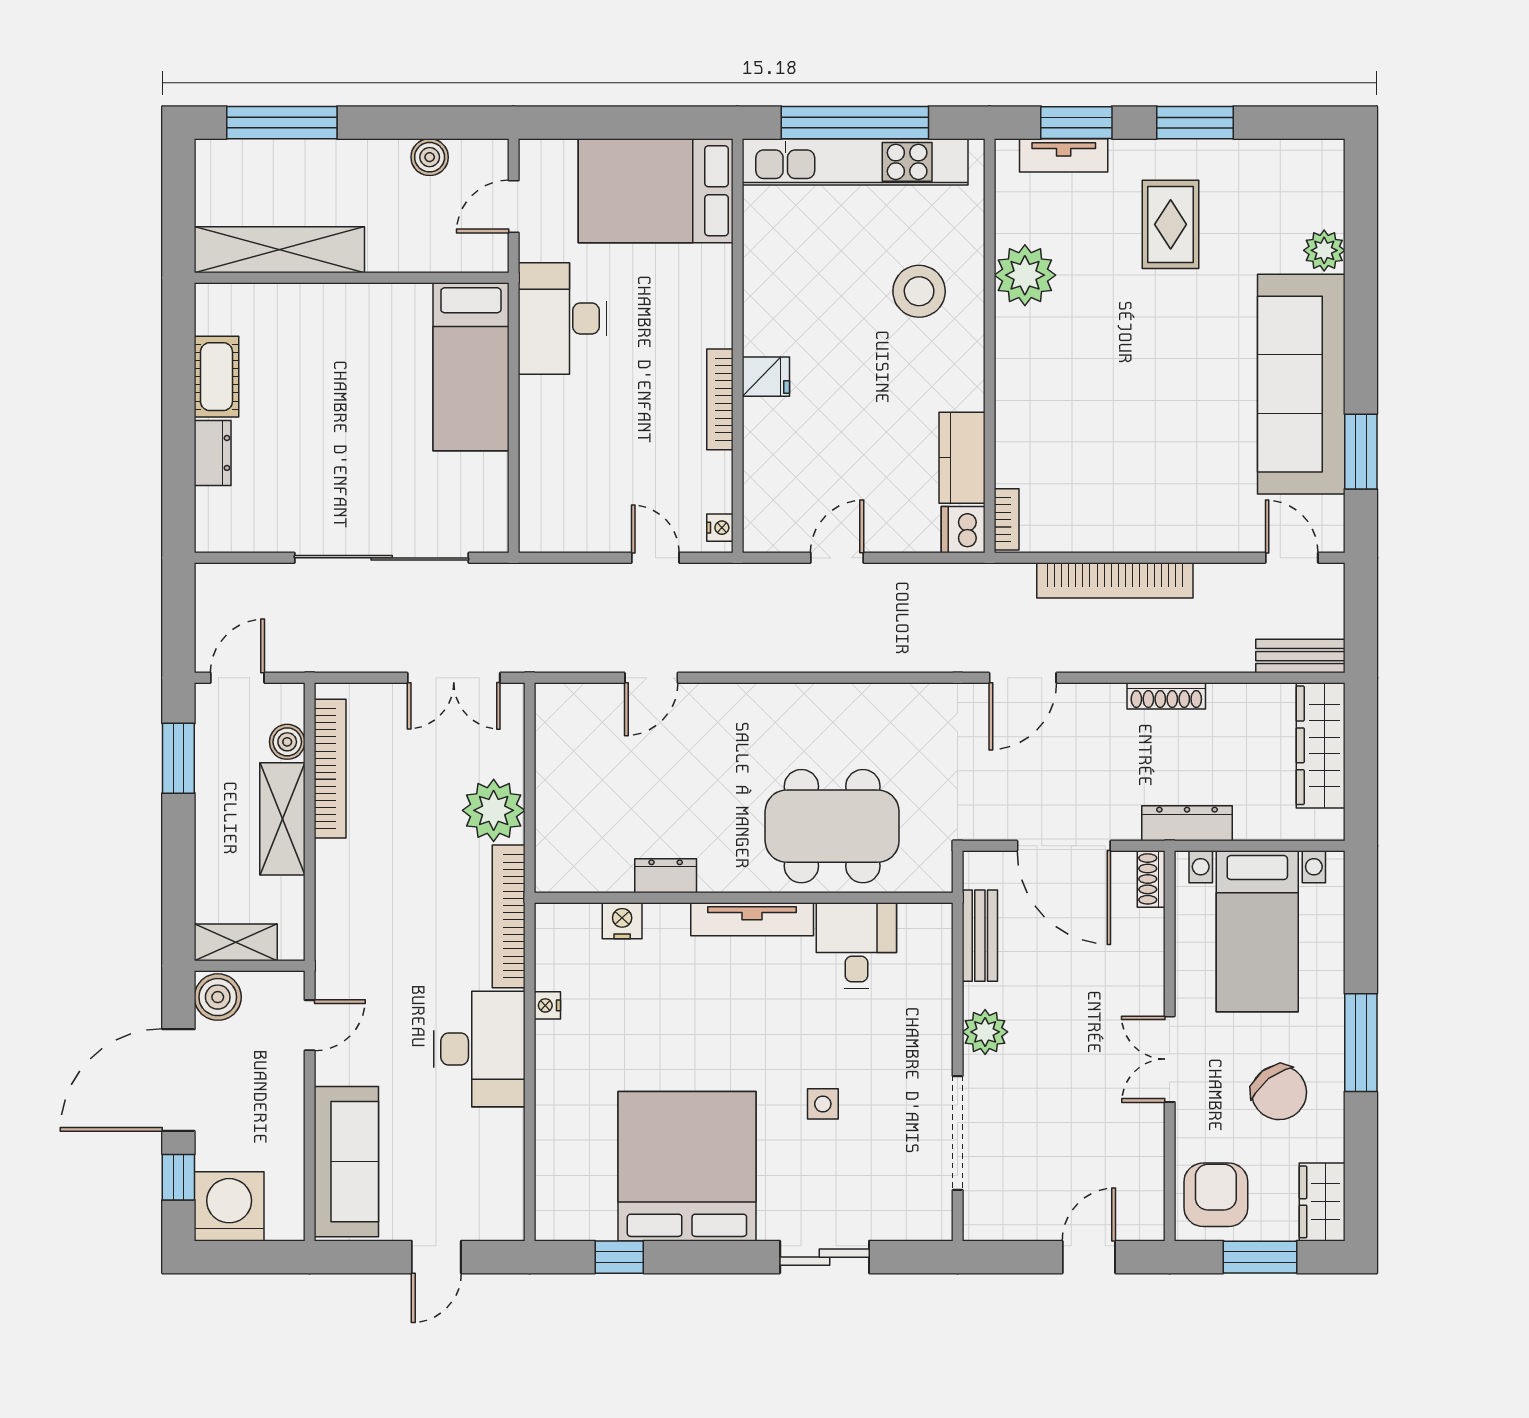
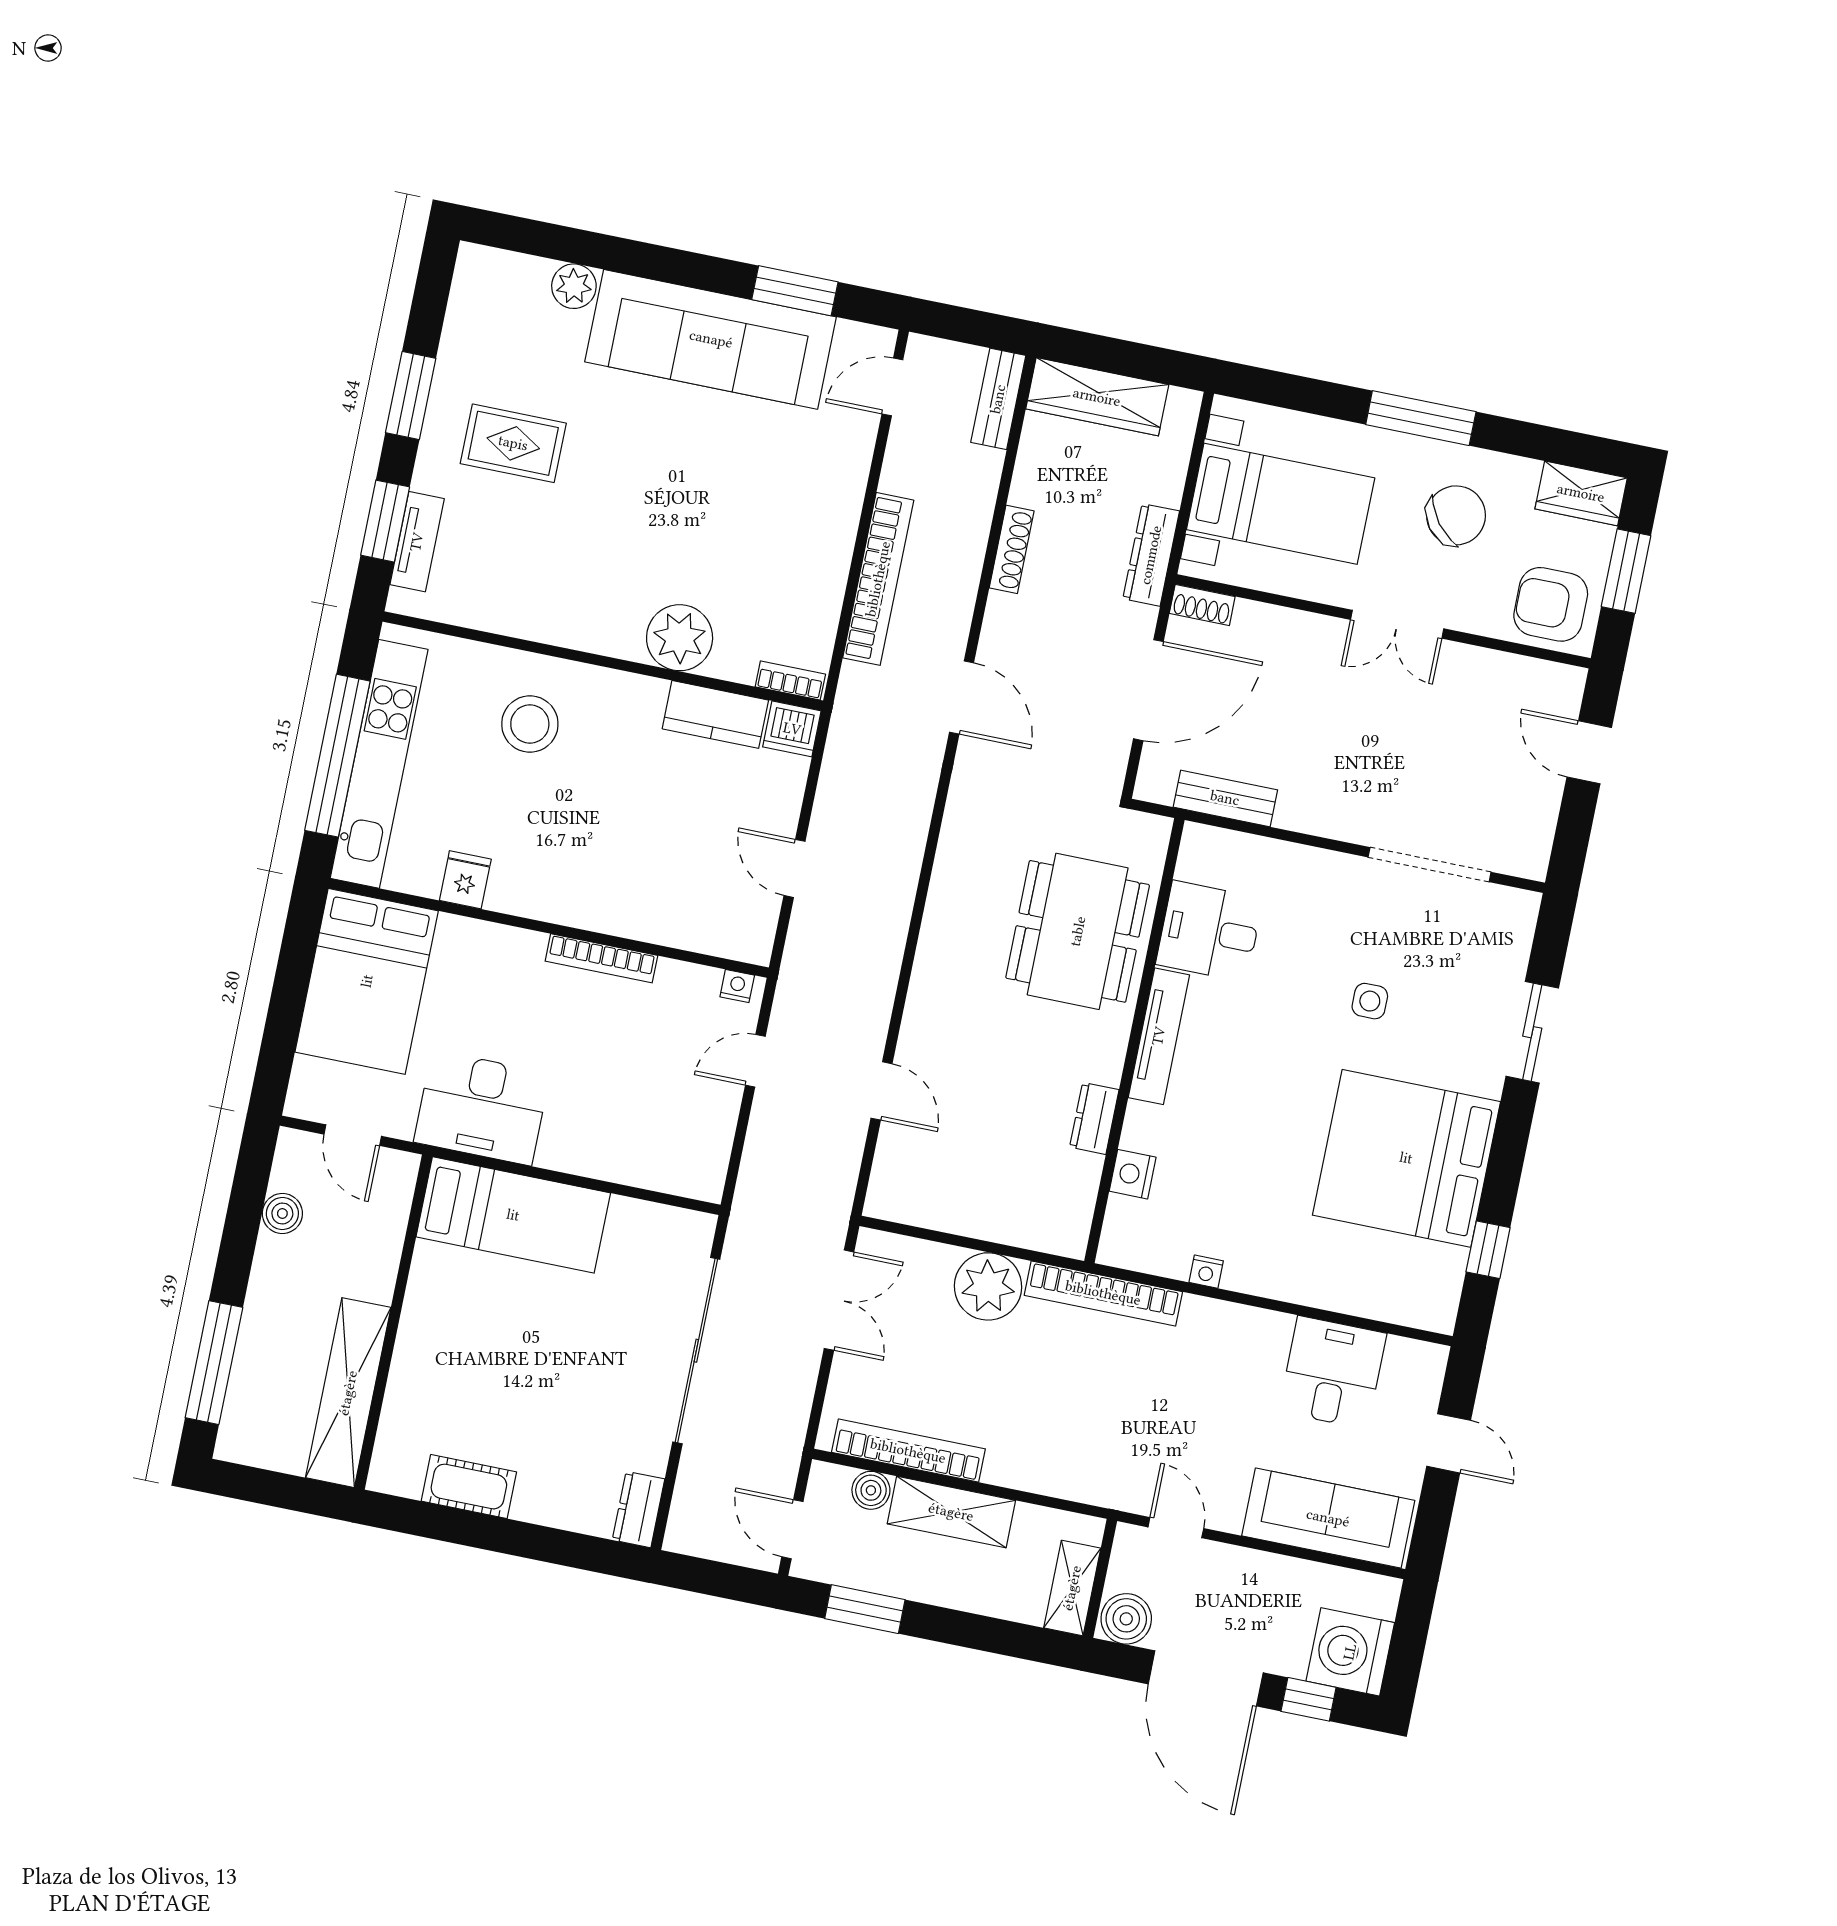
plant: (1025, 275) -> (680, 638), moved
fridge: (766, 377) -> (465, 880), moved
dresser: (213, 453) -> (639, 1510), moved, turned -90
plant: (985, 1032) -> (1329, 814), removed
desk: (479, 1049) -> (1333, 1372), moved, width x0.73

